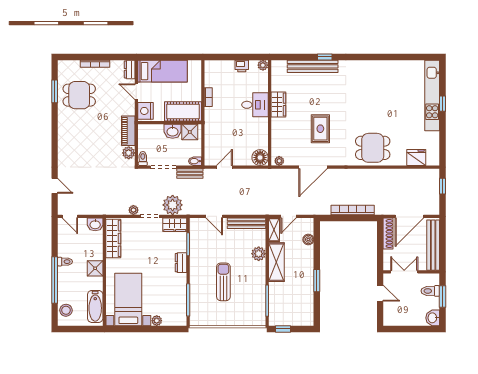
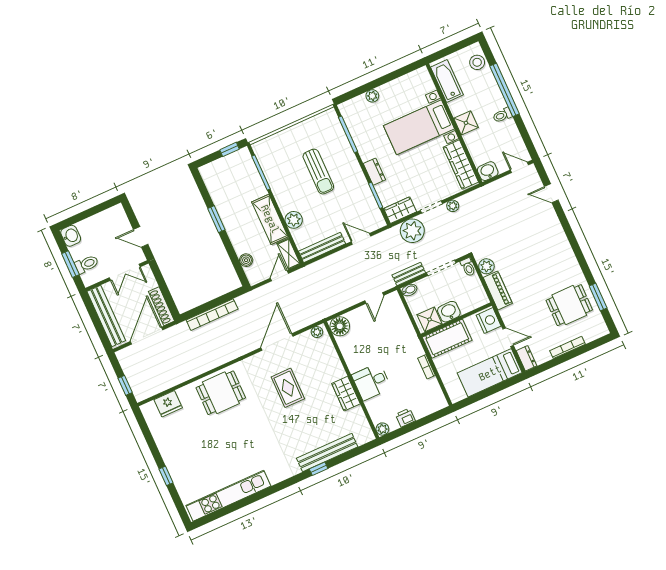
kitchen unit: (432, 95) -> (228, 496), moved, turned -90
bed with nightstands: (128, 300) -> (419, 127), moved, turned 90

